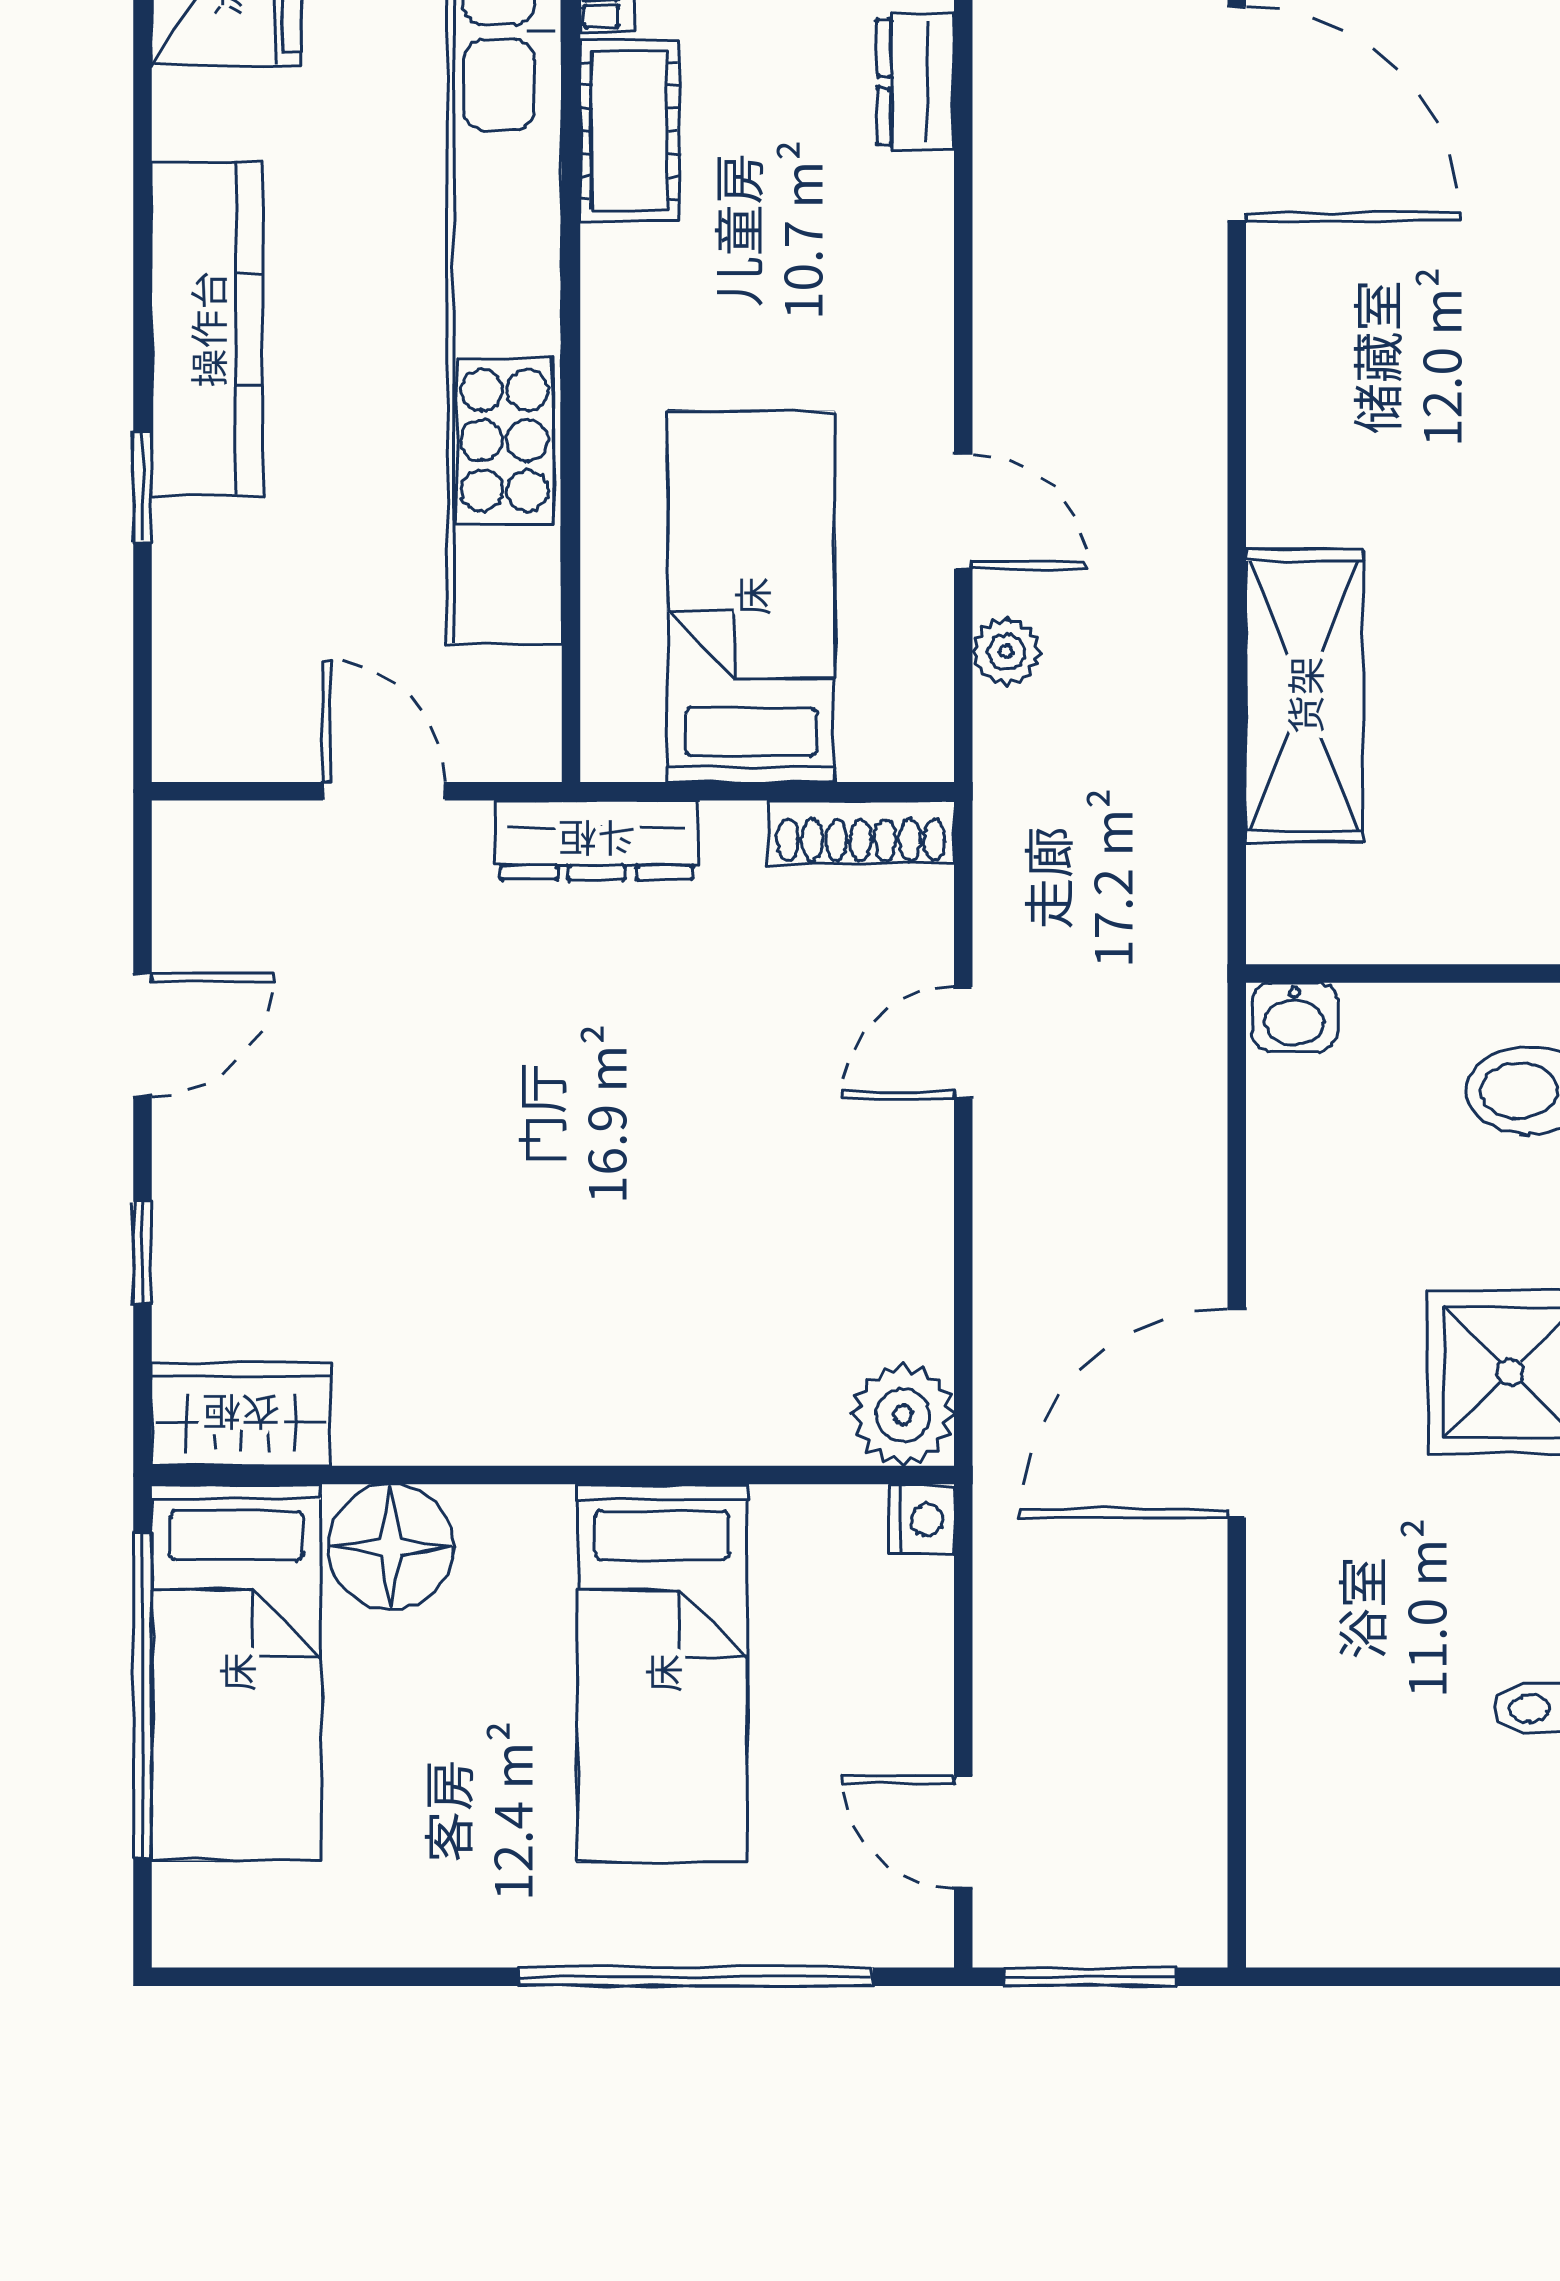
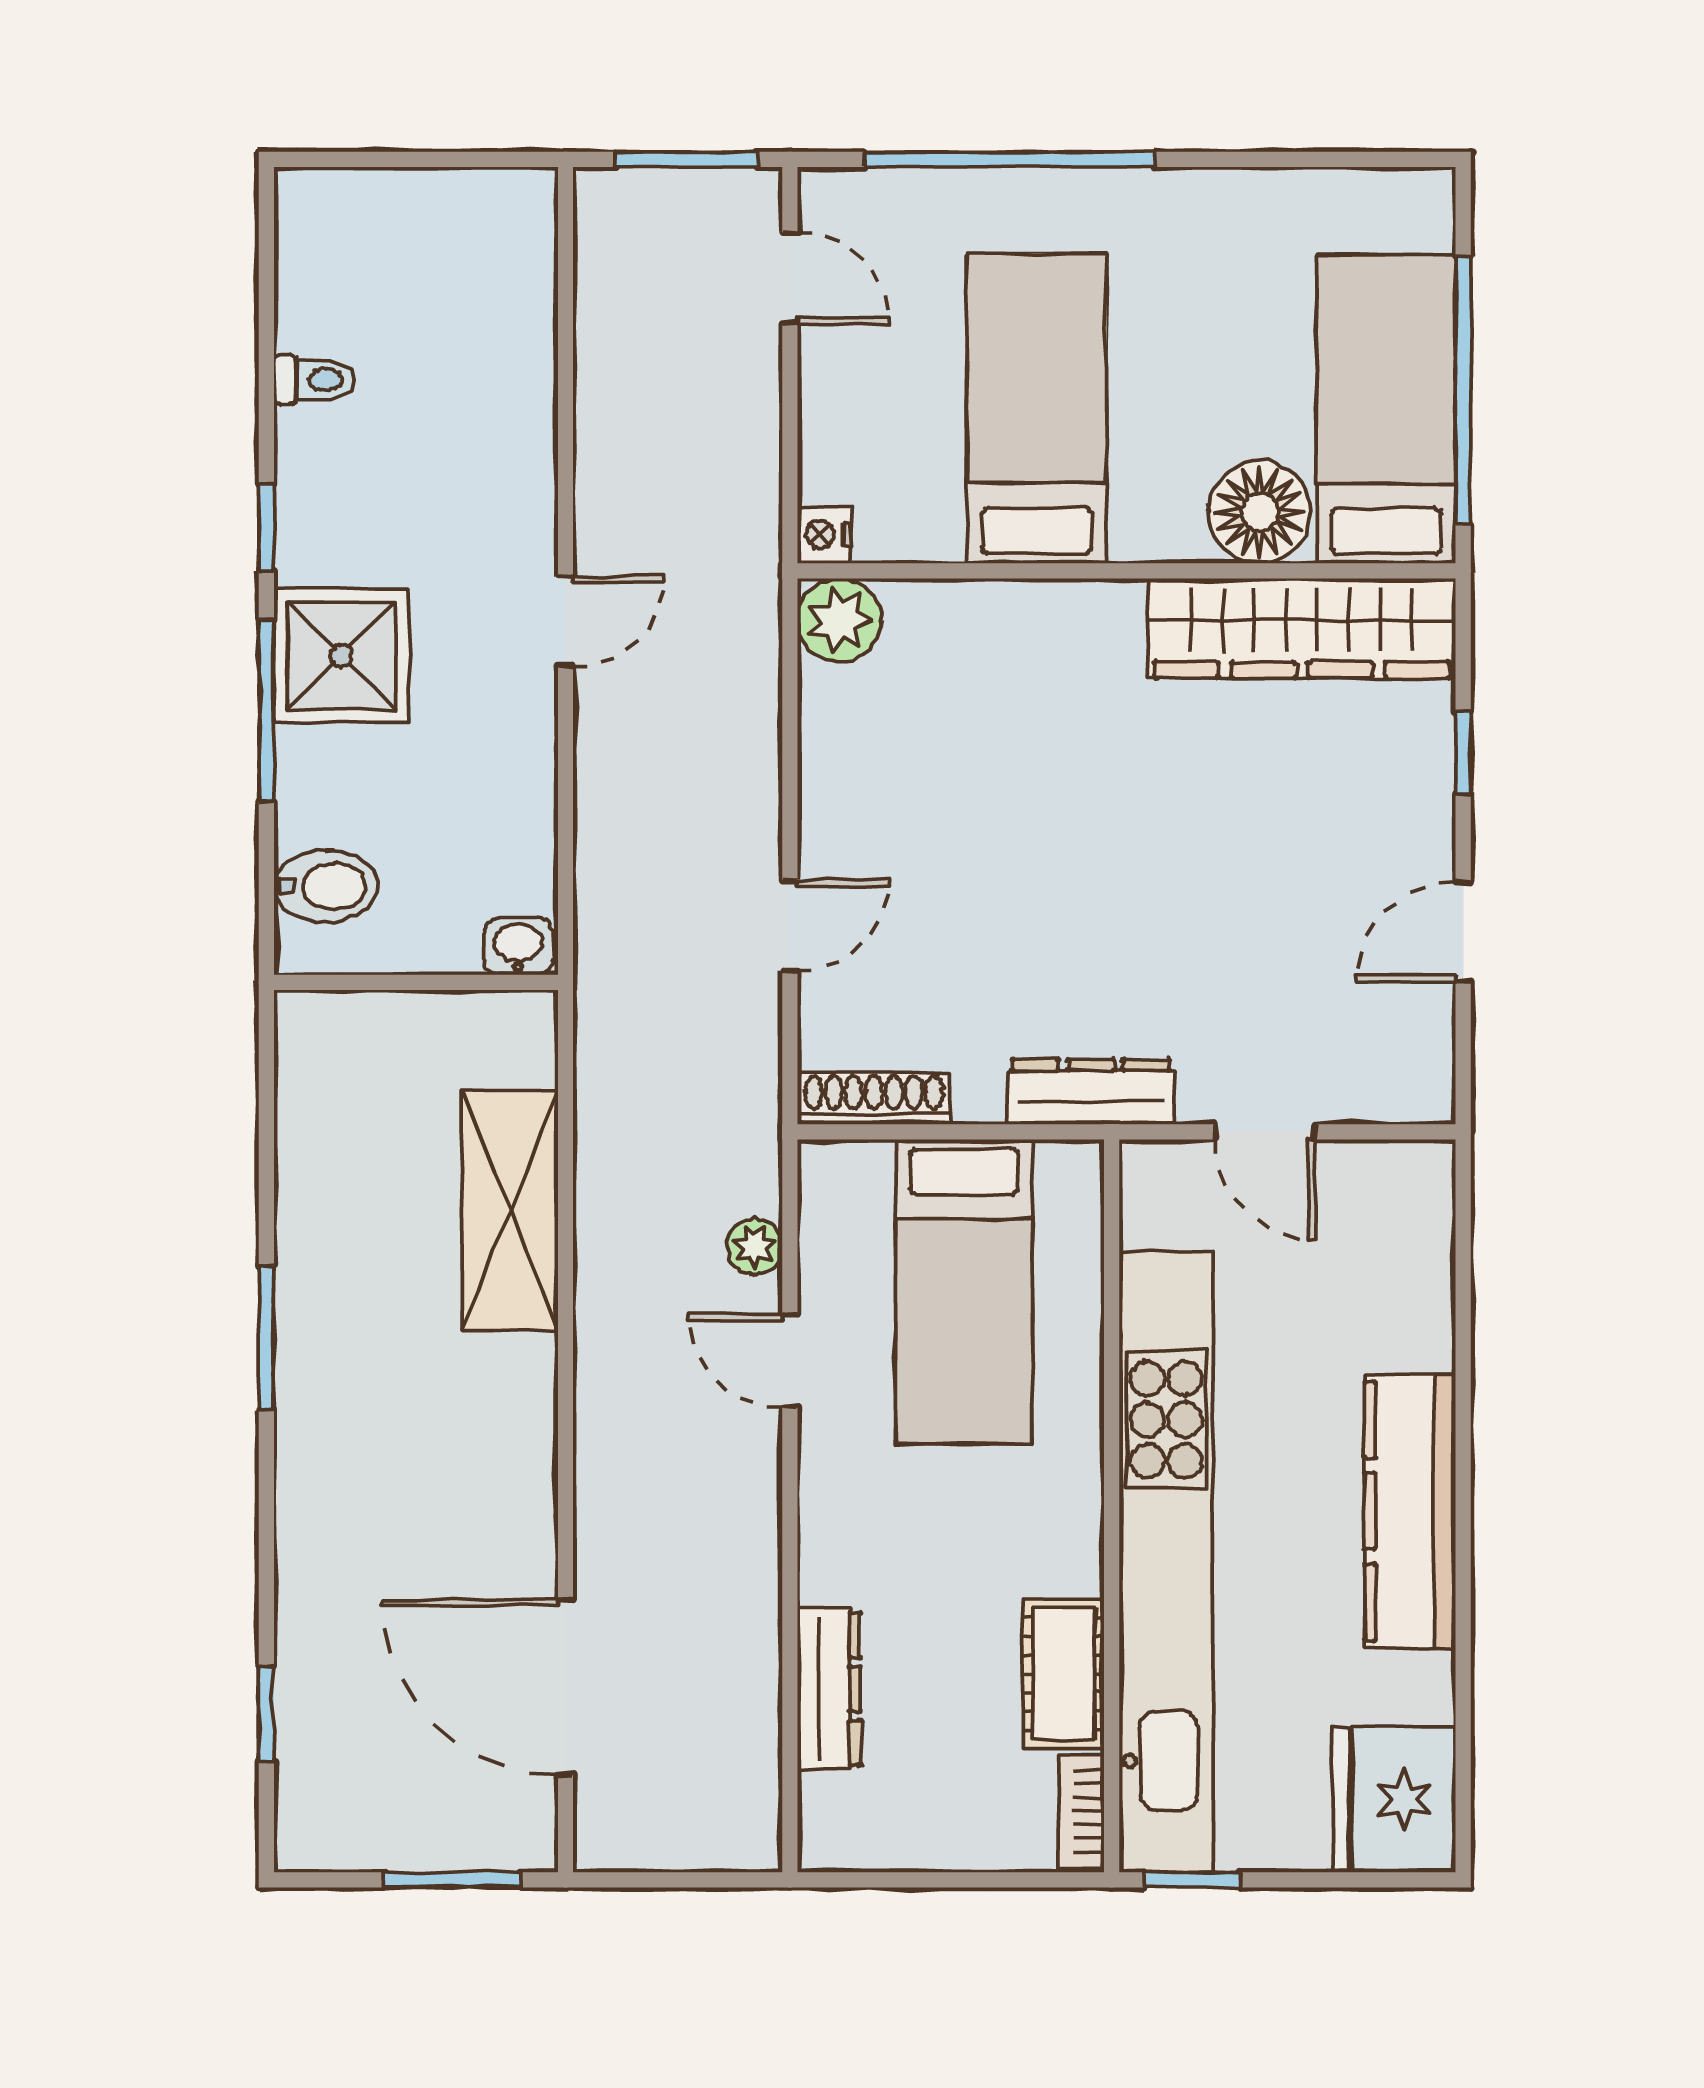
dresser: (916, 82) -> (829, 1689), width x1.44
window: (142, 487) -> (1463, 1381), removed
door: (1237, 1413) -> (566, 621), width x0.53
wardrobe: (241, 1414) -> (1302, 628), width x2.10, depth x1.17

